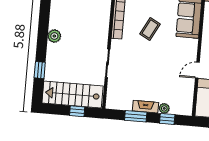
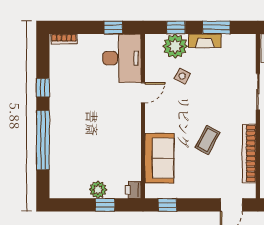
side table: (166, 80) -> (182, 76), added
plant: (164, 108) -> (175, 46), width x1.88, depth x1.88

